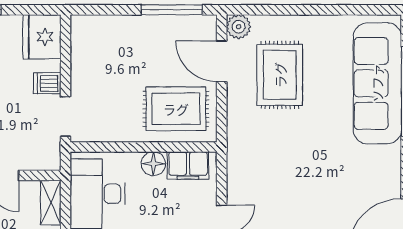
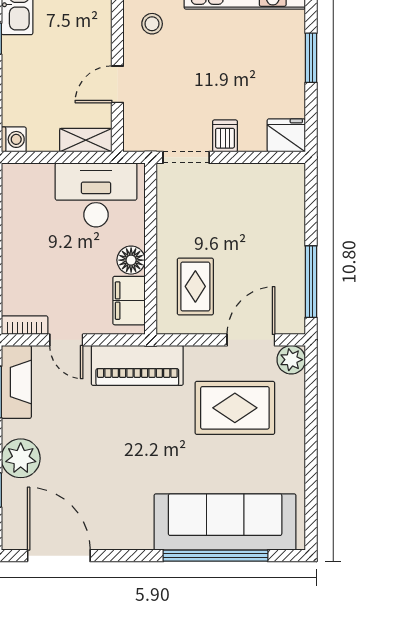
fridge: (42, 37) -> (286, 135), width x0.73, depth x0.75
rug: (176, 109) -> (195, 286), width x0.73, depth x0.70
piano: (243, 158) -> (137, 365), added

